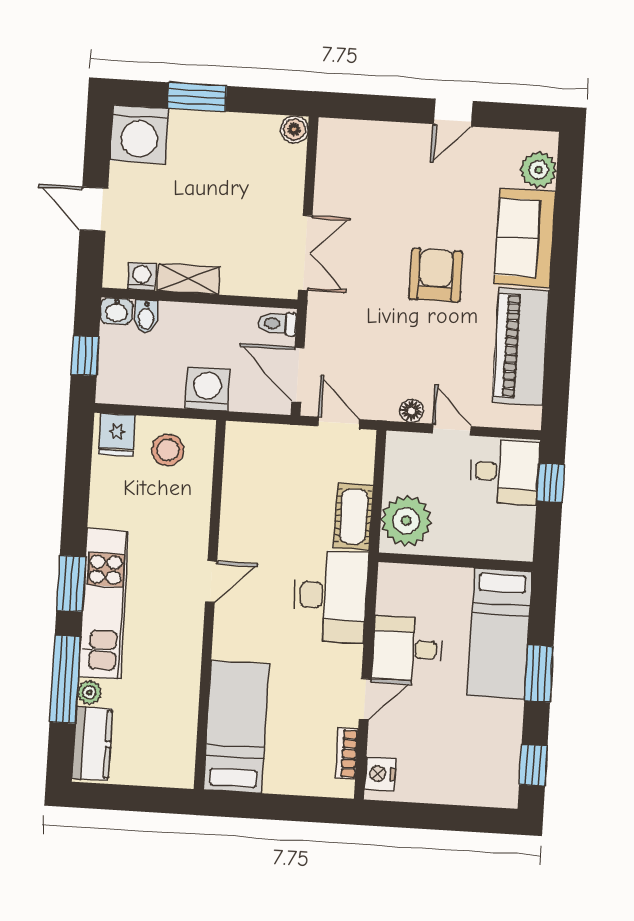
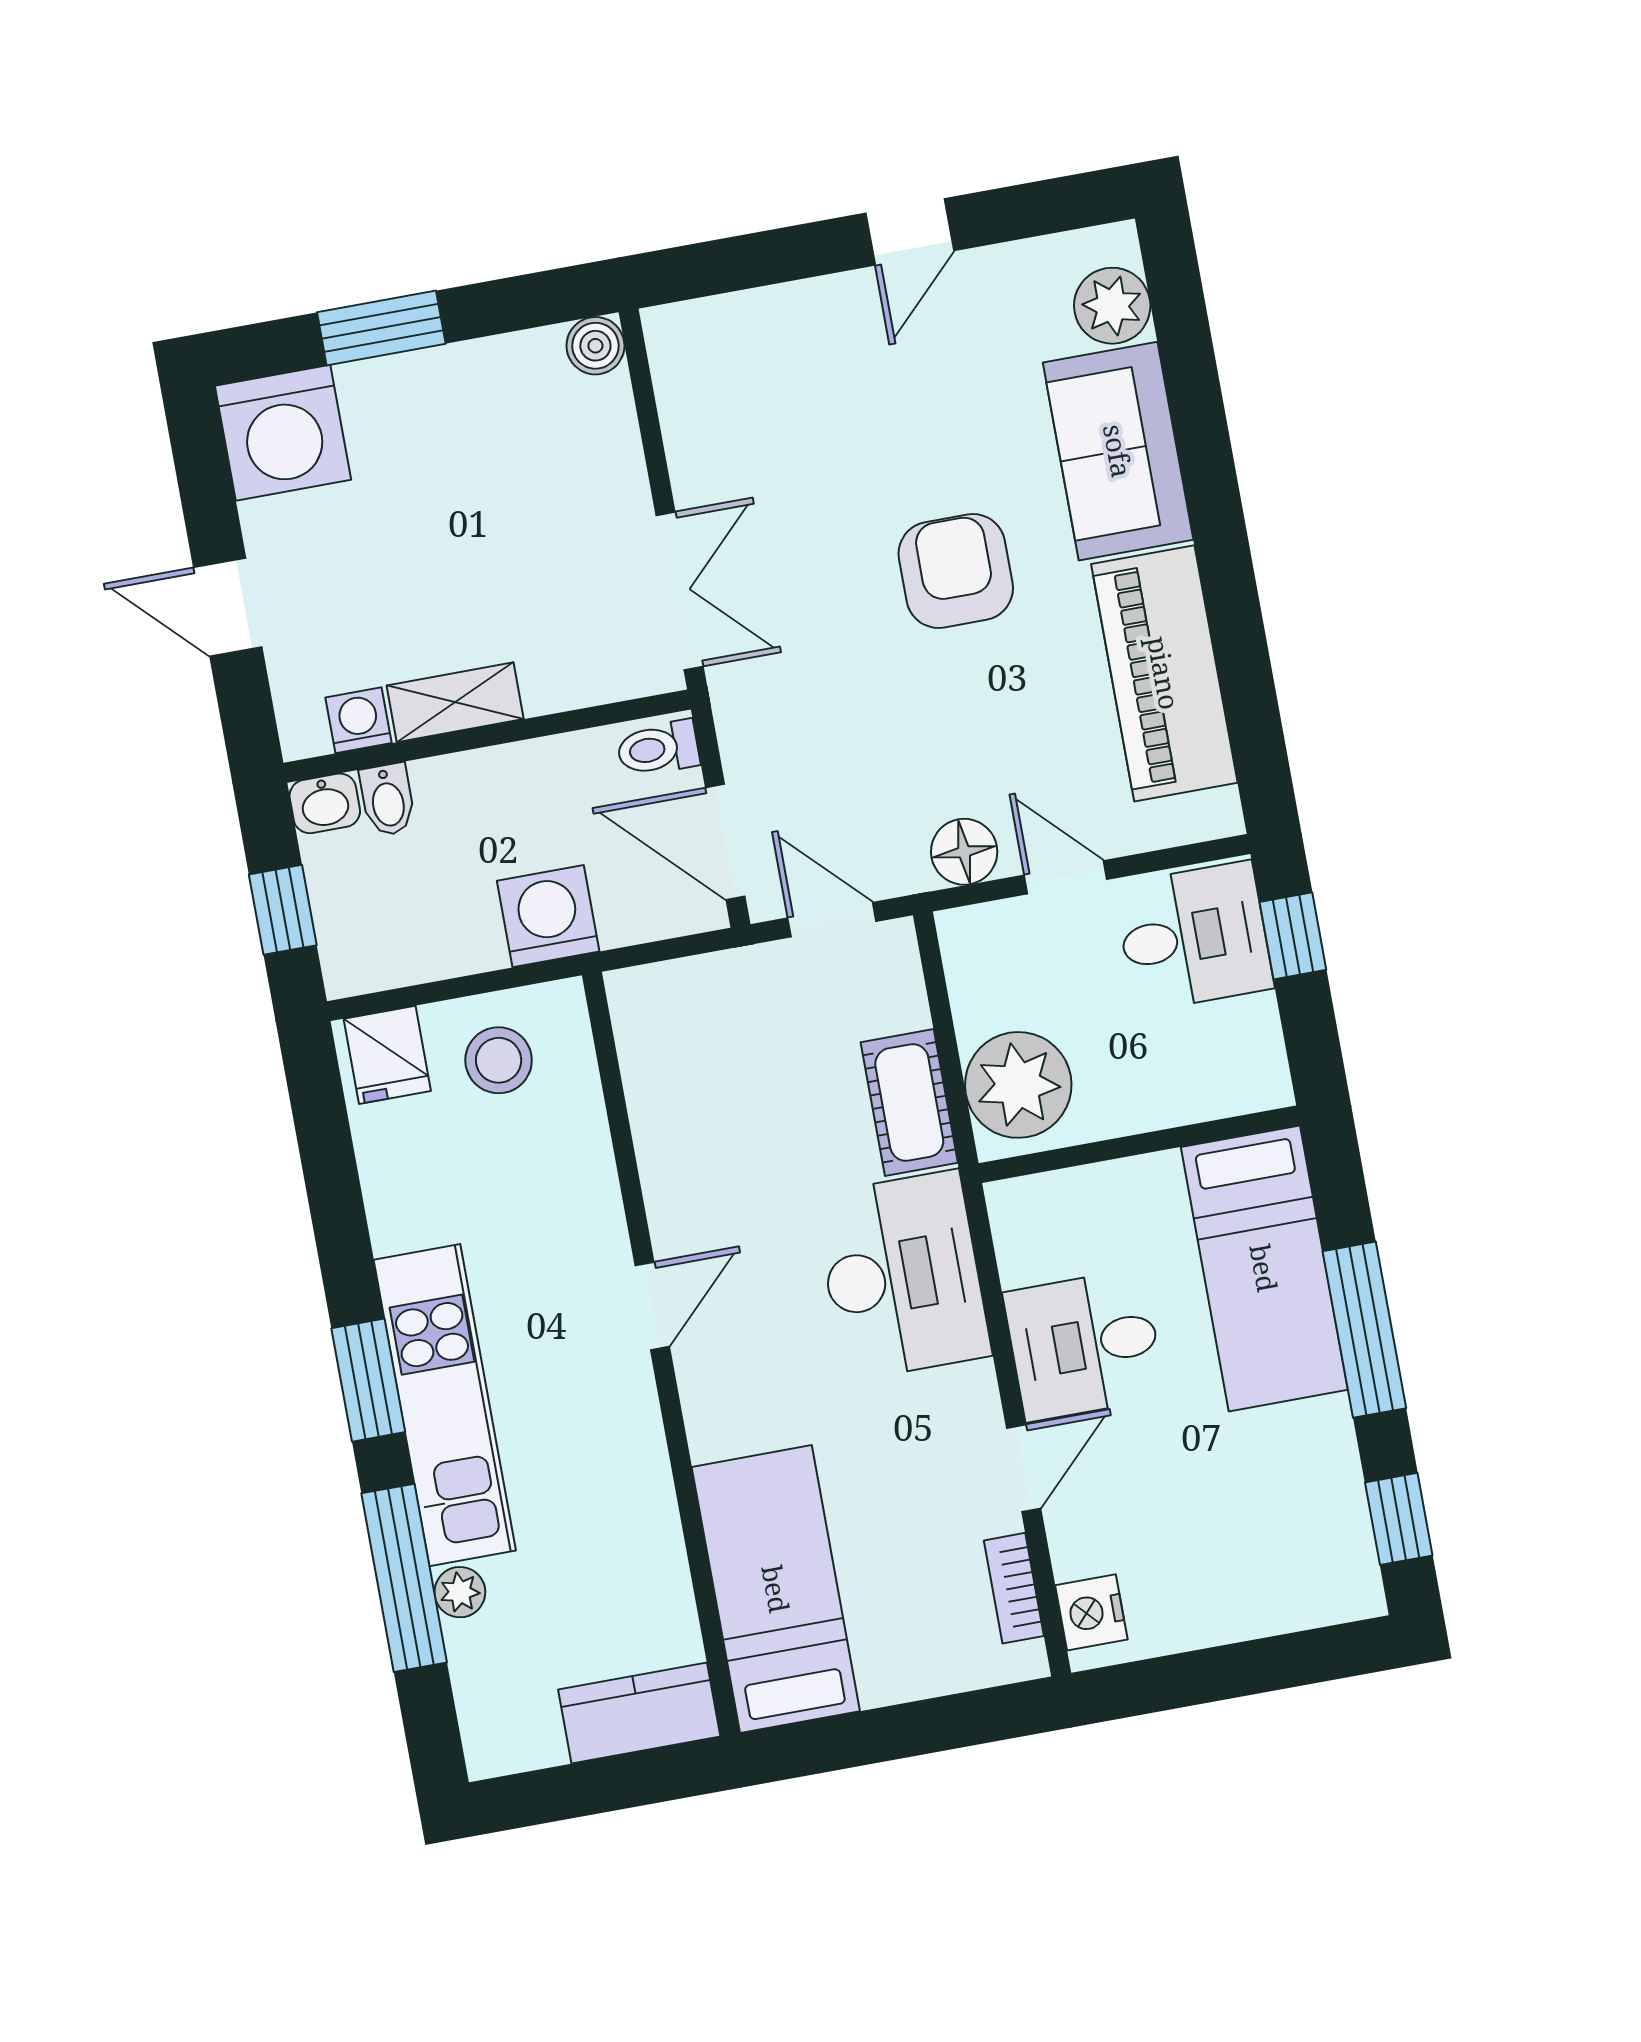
floor lamp: (412, 411) -> (964, 852), width x1.37, depth x1.37
window: (539, 674) -> (1364, 1330), width x1.44
kitchen counter: (92, 743) -> (639, 1713), moved, turned -90

